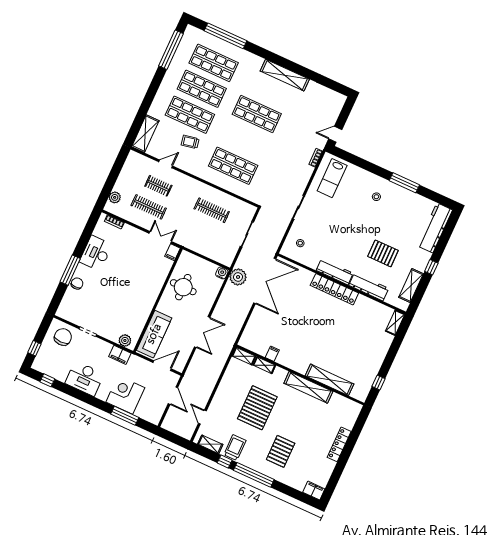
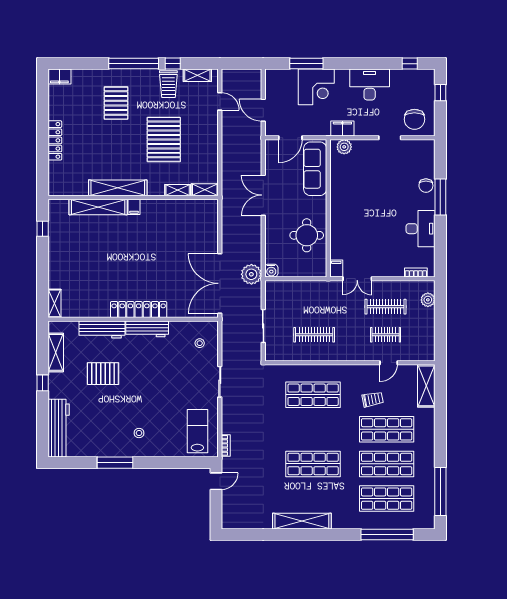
filing cabinet: (272, 354) -> (134, 207), moved

